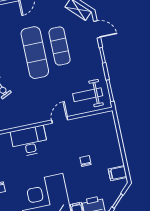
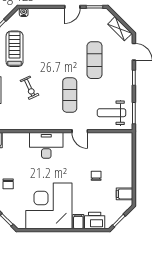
exercise mat: (35, 53) -> (70, 95), moved, width x0.73, depth x0.69
door: (60, 120) -> (80, 131), swing flipped

